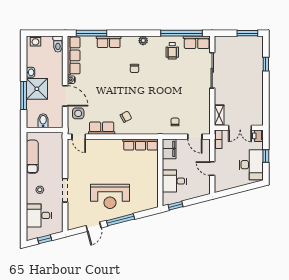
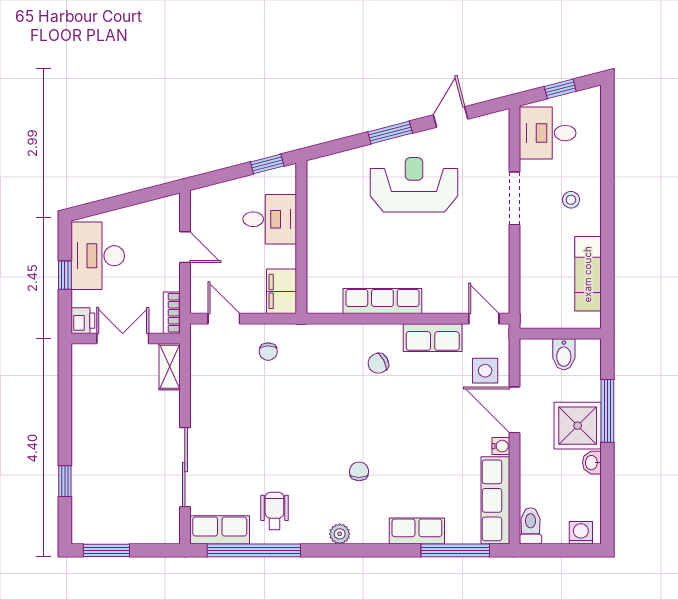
row of seats: (140, 145) -> (382, 301), moved
desk: (39, 215) -> (548, 133), moved, turned 180
window: (121, 220) -> (390, 132), width x0.69

